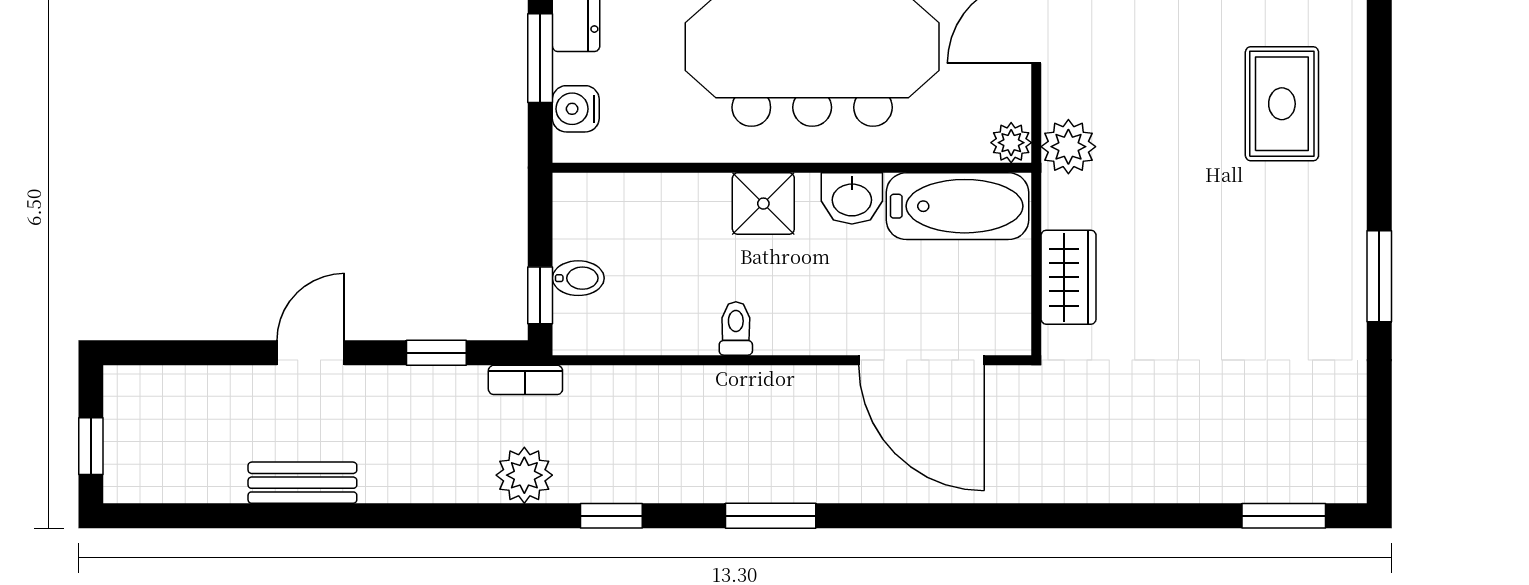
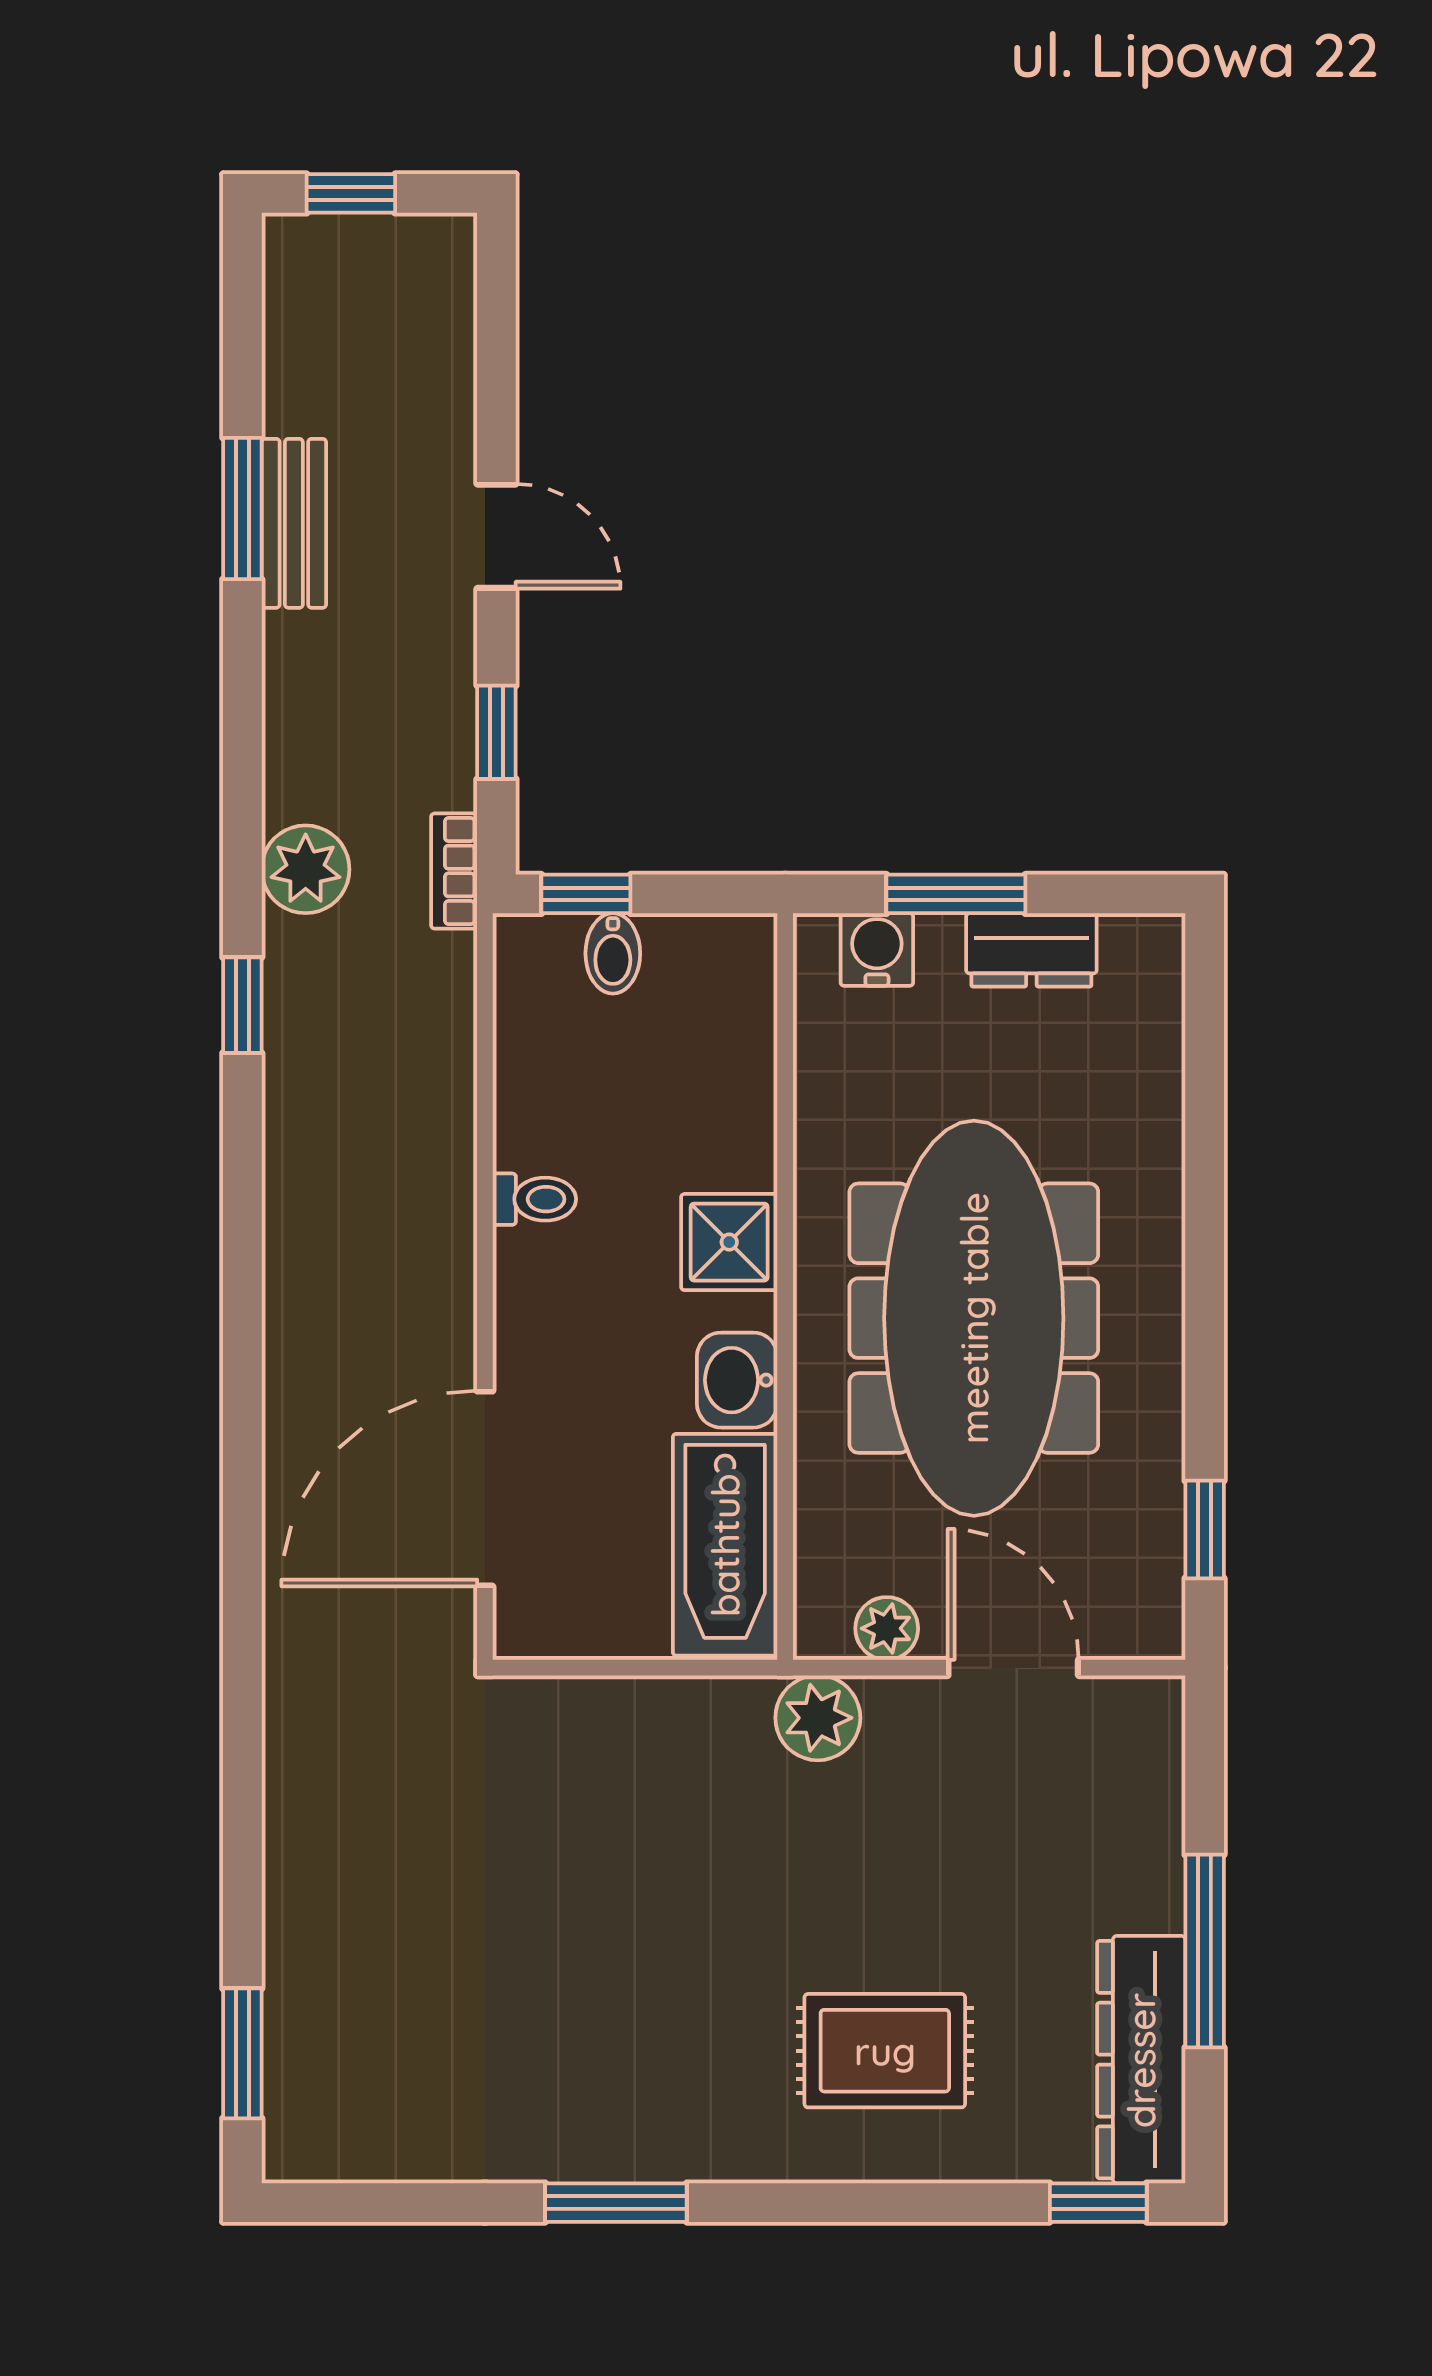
plant: (1011, 143) -> (887, 1628), moved
wardrobe: (1069, 277) -> (614, 1718), removed
window: (771, 516) -> (242, 508), moved

